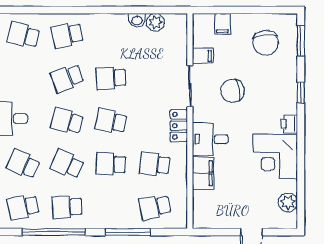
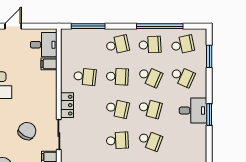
school desk: (67, 78) -> (150, 140), turned 42
chair: (233, 91) -> (27, 131), turned -50
desk: (210, 139) -> (44, 45), moved
filing cabinet: (203, 173) -> (49, 64), width x0.50
school desk: (155, 207) -> (117, 45), moved
window: (128, 232) -> (88, 26), moved

